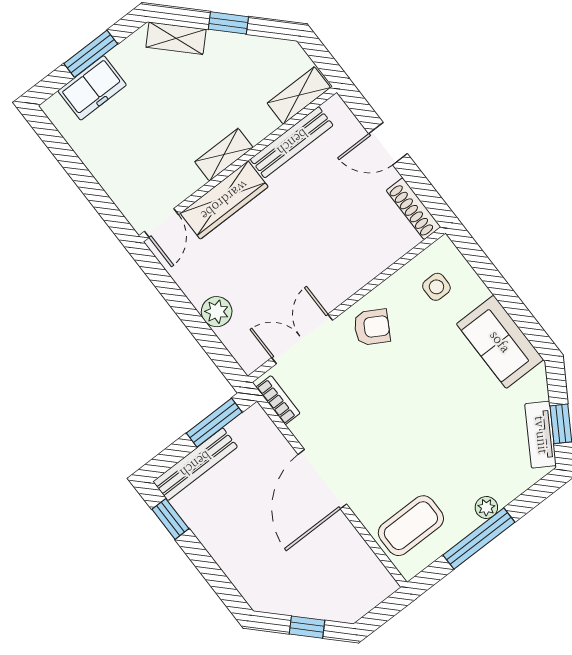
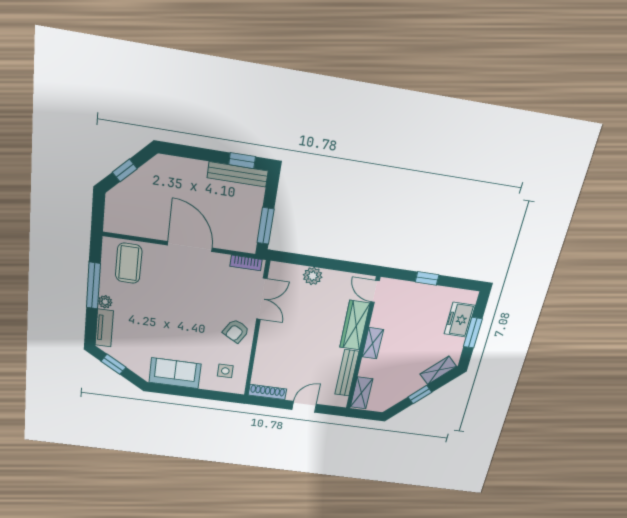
window: (86, 182) -> (427, 278), added
tv unit: (541, 435) -> (104, 328), moved, turned 58
bench: (195, 464) -> (238, 174), moved, turned 90

